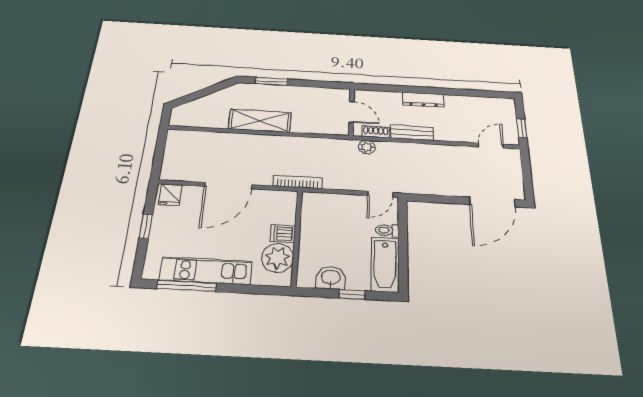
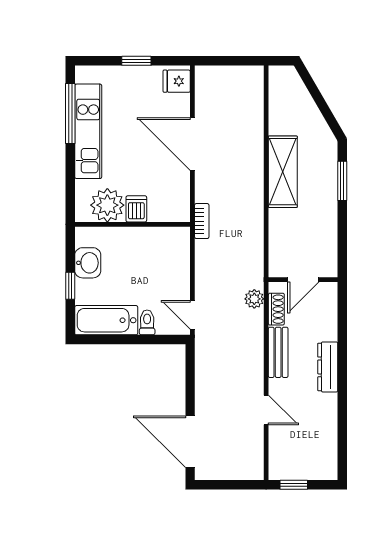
door: (491, 146) -> (266, 410), moved
bookcase: (298, 182) -> (202, 221), width x0.64

